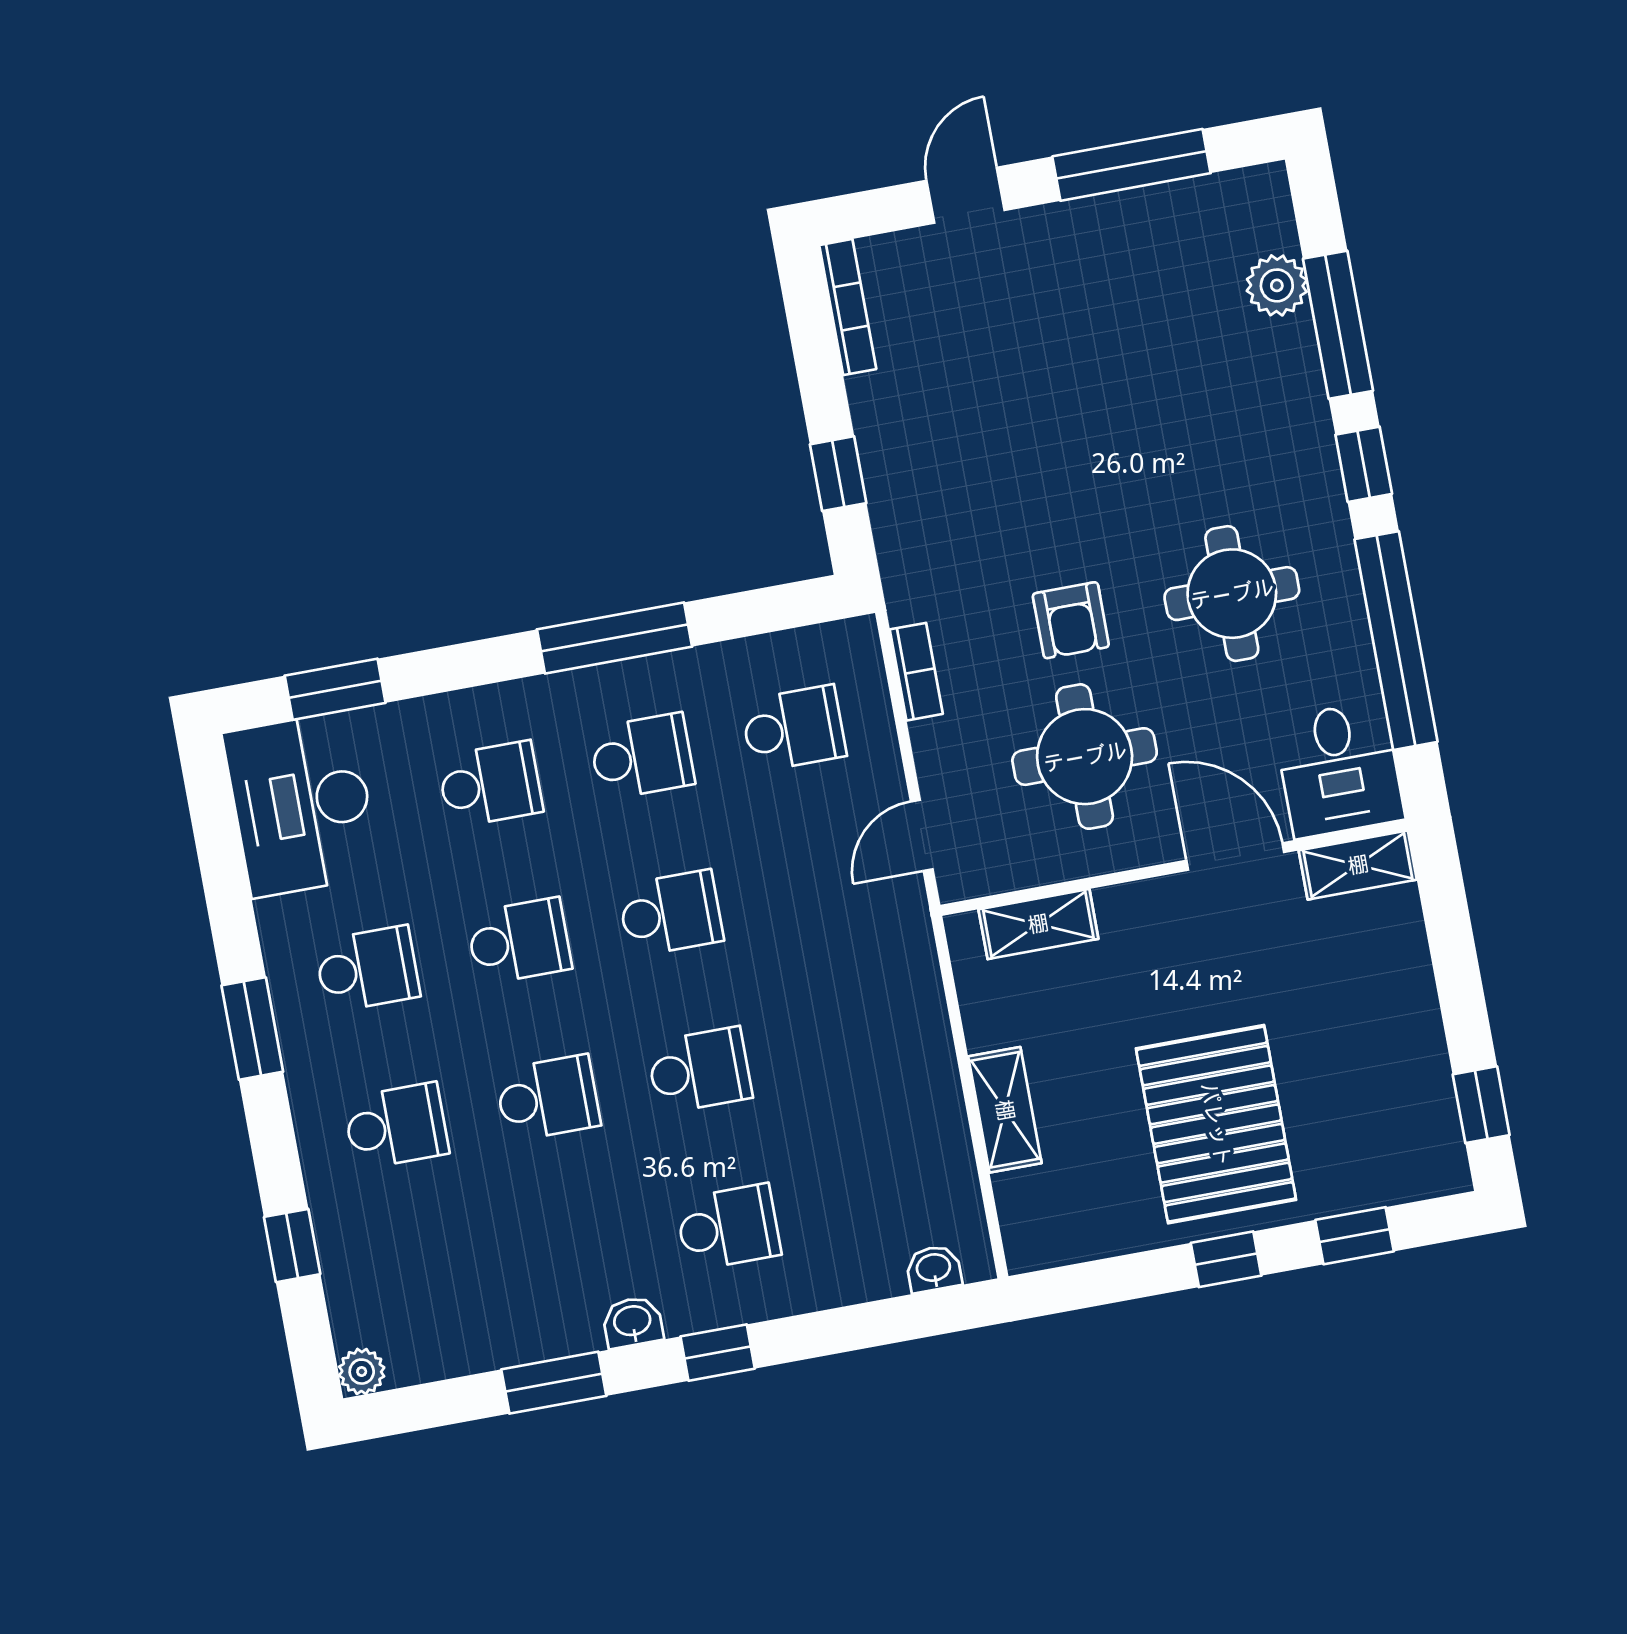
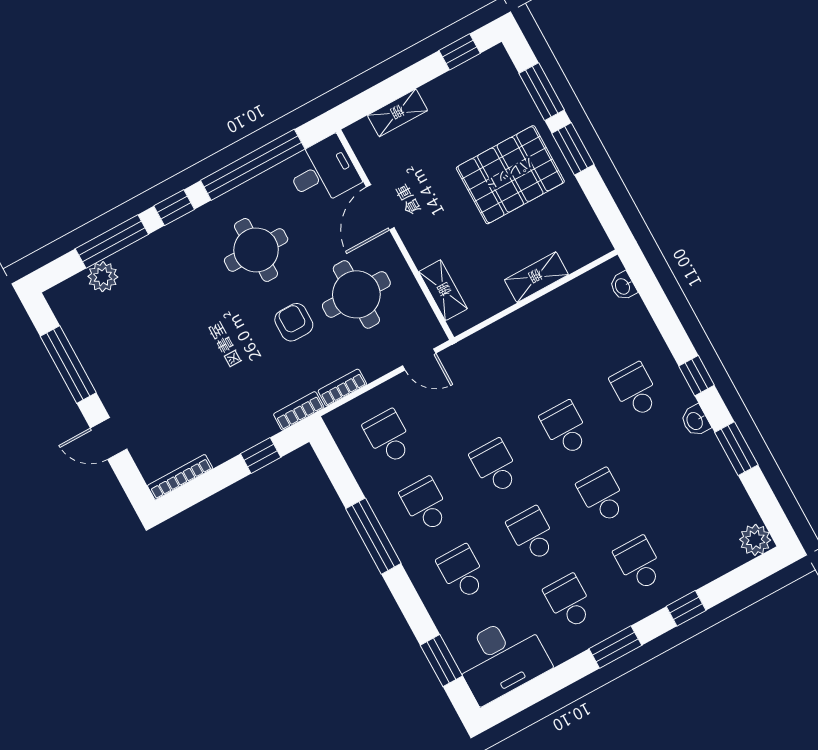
bookcase: (899, 574) -> (299, 411), added
armchair: (1071, 620) -> (294, 322), turned -90
shelving: (1358, 865) -> (398, 113), moved, turned 90
window: (1355, 1236) -> (542, 92), width x1.50
window: (292, 1246) -> (686, 608), moved
window: (1226, 1259) -> (573, 149), width x1.50
plant: (362, 1372) -> (755, 540), width x1.38, depth x1.38

